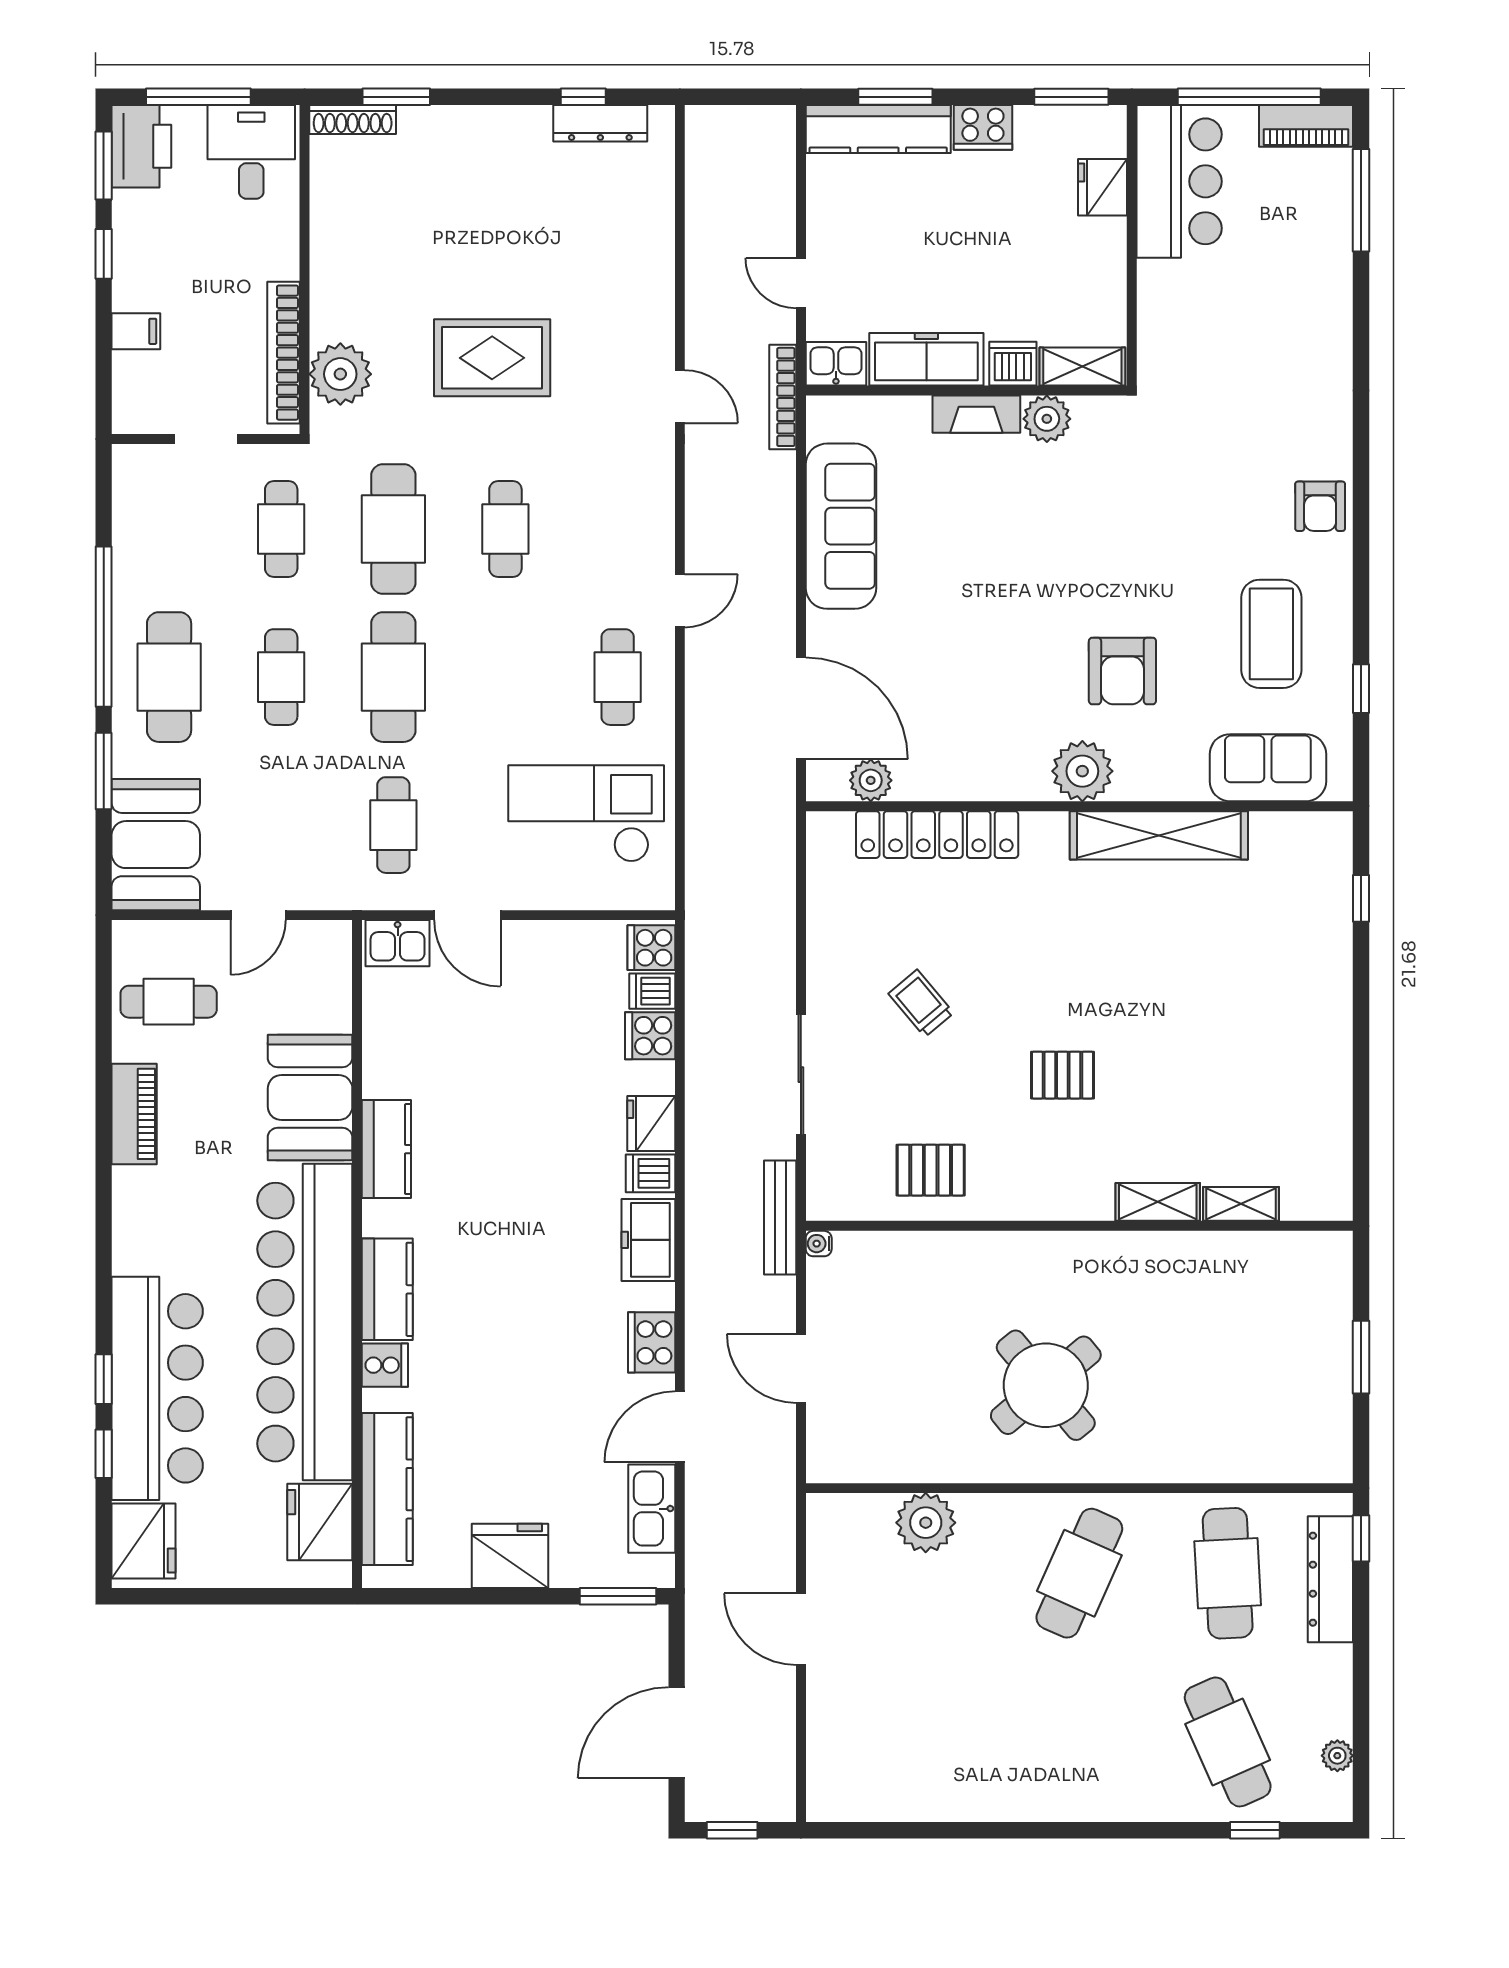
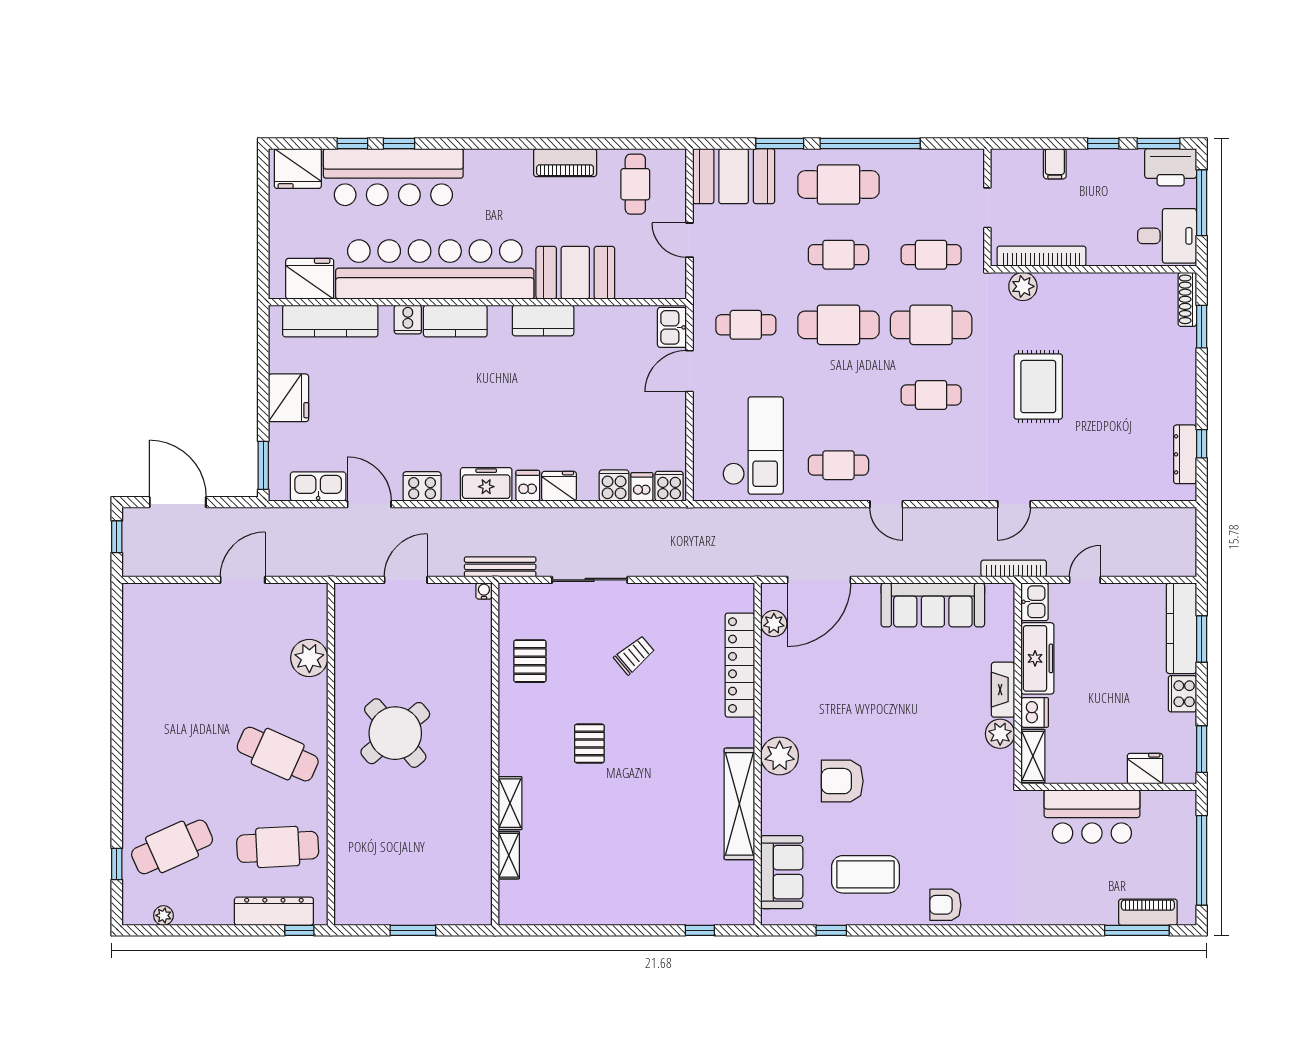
piano: (1306, 126) -> (1148, 912), moved, turned 90
bar counter: (1179, 181) -> (1092, 817), moved
plant: (340, 374) -> (1023, 286), width x0.73, depth x0.73

